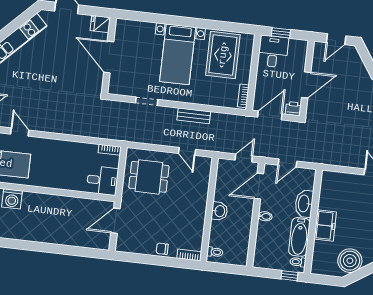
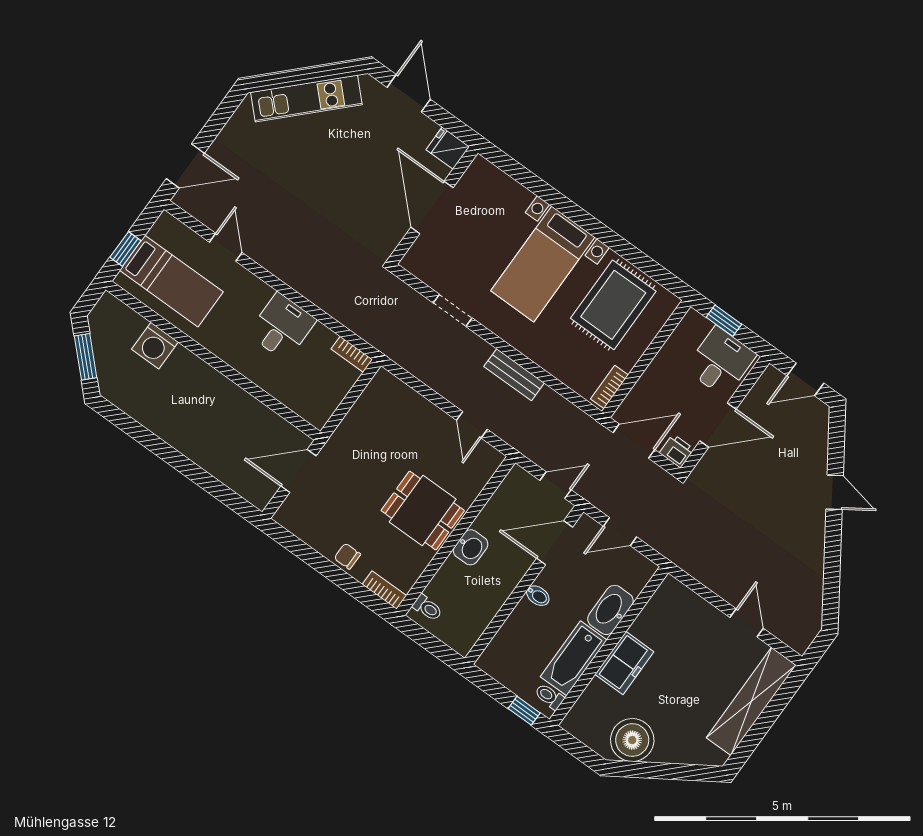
desk: (273, 52) -> (721, 362), moved
dining table: (149, 177) -> (423, 511), moved
desk: (102, 180) -> (282, 327), moved, turned -90

